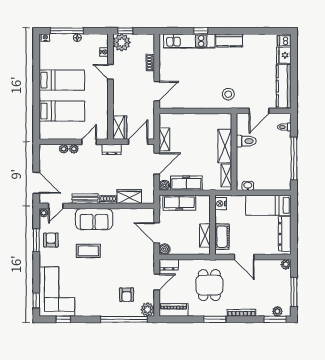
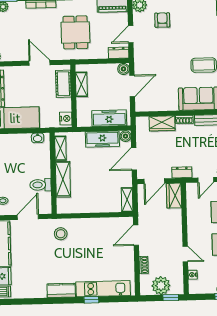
plant: (122, 43) -> (161, 286), moved
shelving: (164, 139) -> (127, 200), moved
door: (157, 233) -> (132, 86), hinge flipped

